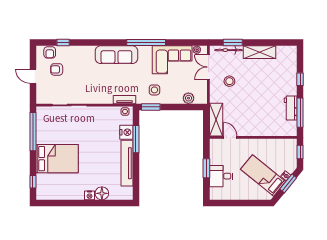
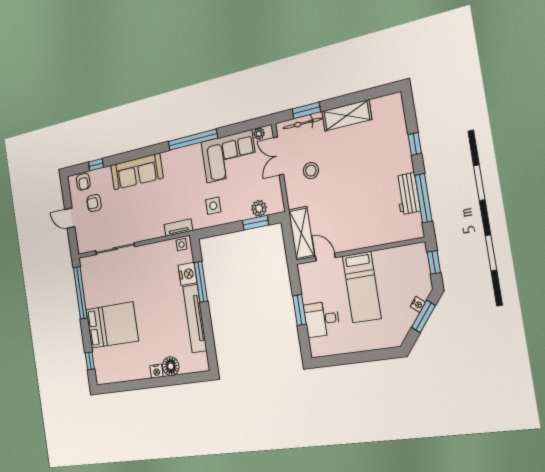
sofa: (116, 55) -> (137, 172), moved
window: (151, 107) -> (255, 223), moved
bed: (263, 175) -> (362, 287), moved, turned -129

